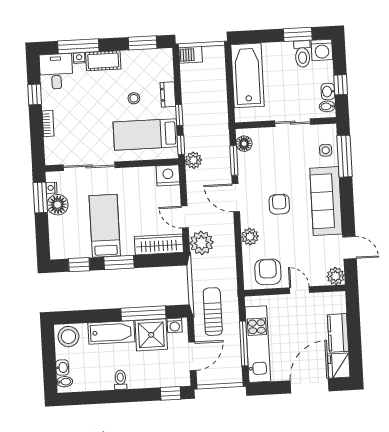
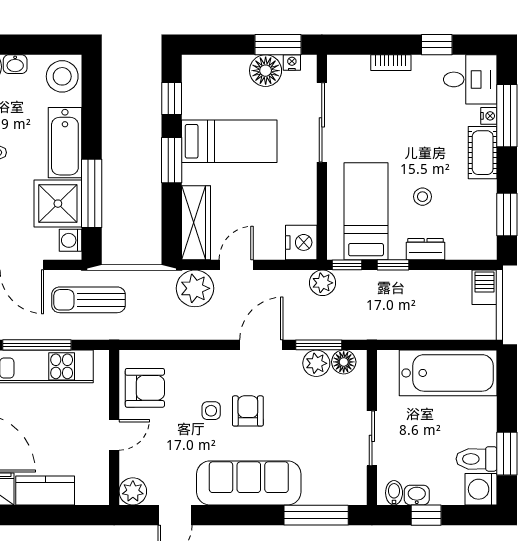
side table: (326, 150) -> (211, 411), moved
armchair: (279, 204) -> (248, 411), turned -90
plant: (250, 237) -> (316, 363), moved
sun lounger: (213, 312) -> (88, 300), turned 180

